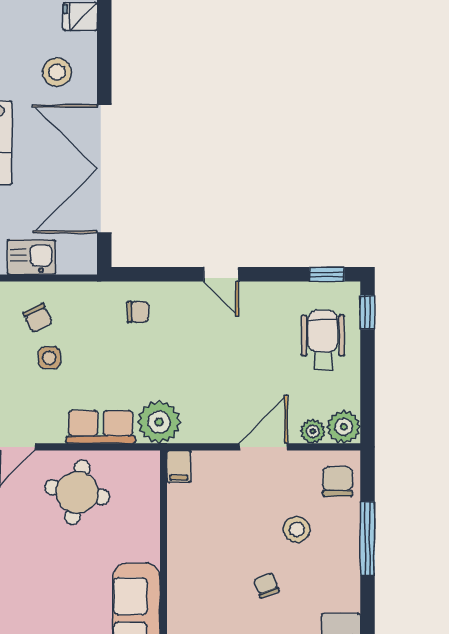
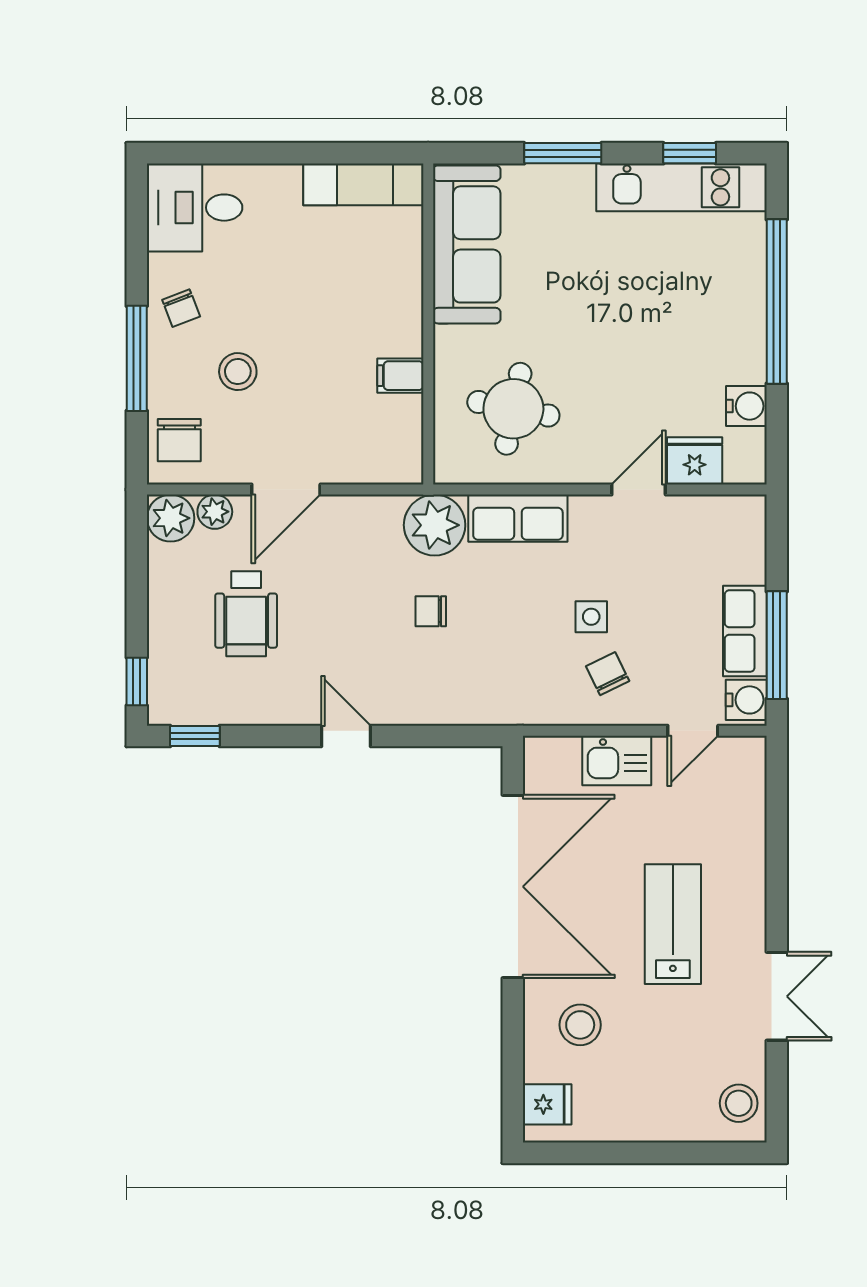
chair: (138, 312) -> (431, 611), moved
wheelchair: (323, 340) -> (246, 614), moved
filing cabinet: (179, 466) -> (400, 376), moved, turned -90
round table: (77, 492) -> (513, 409), moved
chair: (266, 585) -> (181, 308), moved

